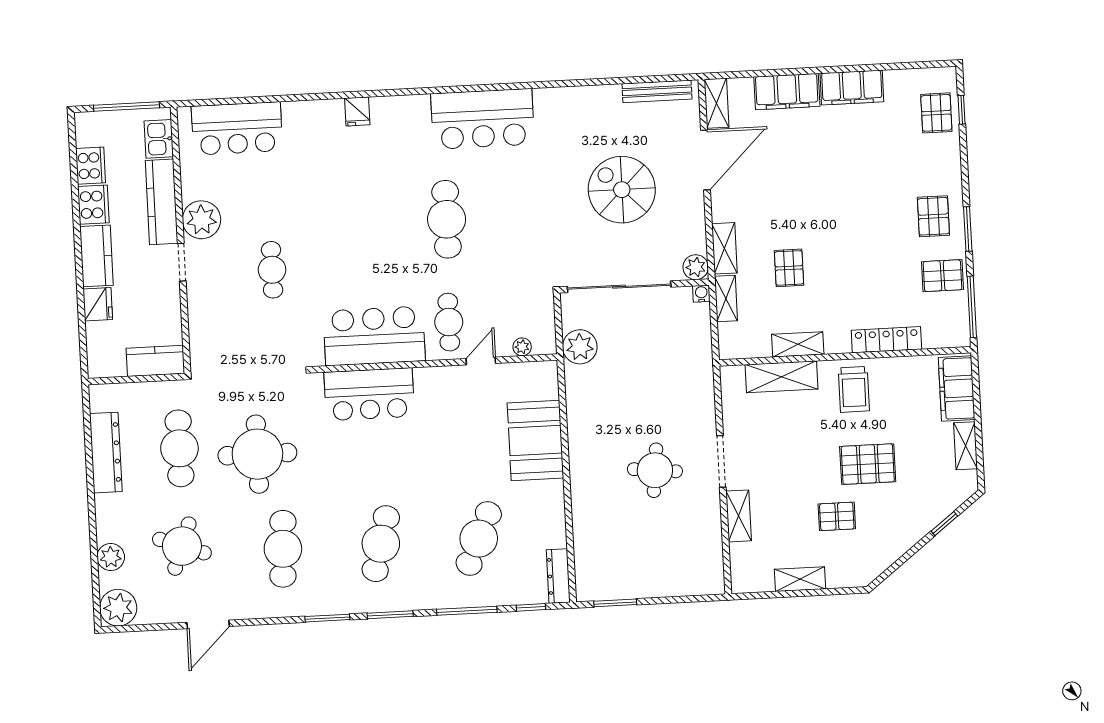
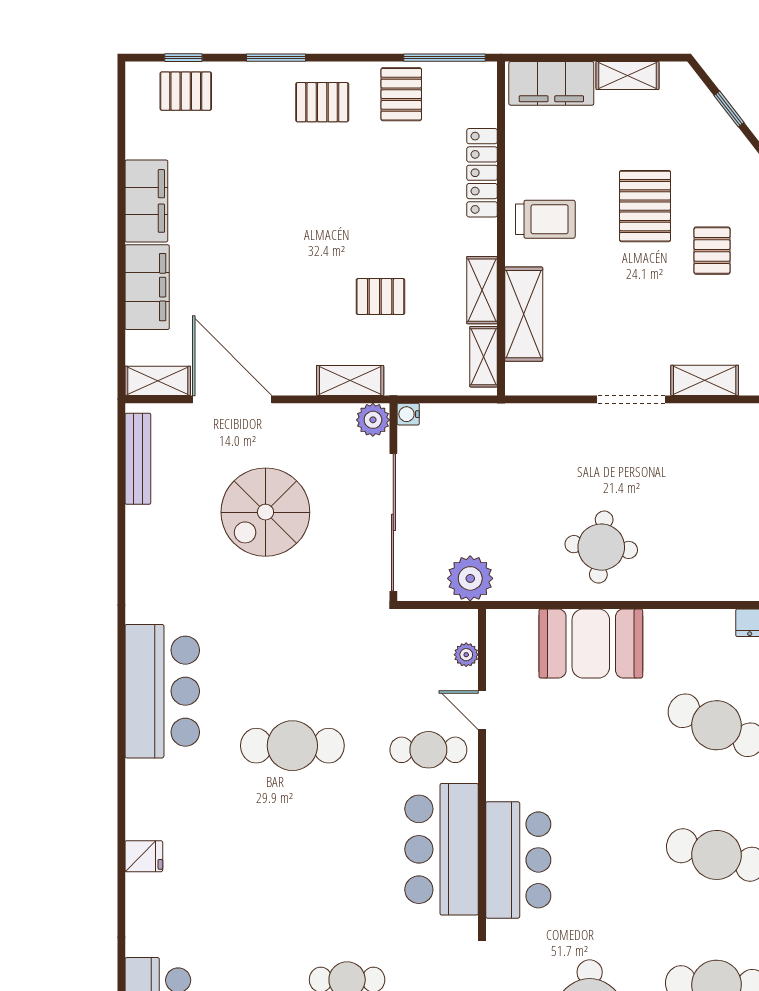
window: (968, 229) -> (276, 58), moved
shelving: (726, 298) -> (484, 357), moved, turned 90
round table: (655, 470) -> (601, 547), moved

